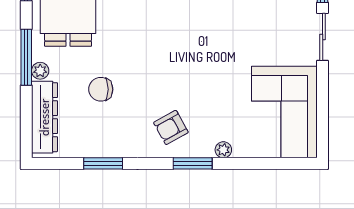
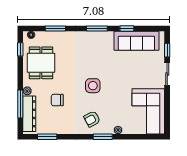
window: (26, 57) -> (20, 104), moved
side table: (173, 60) -> (93, 86), added
window: (103, 163) -> (47, 137), moved

